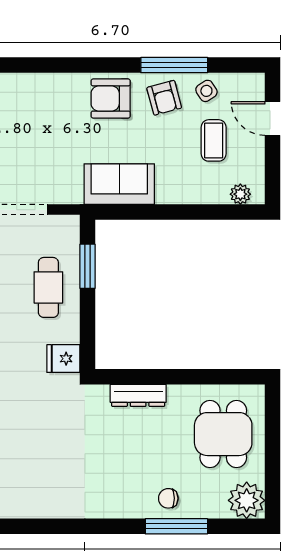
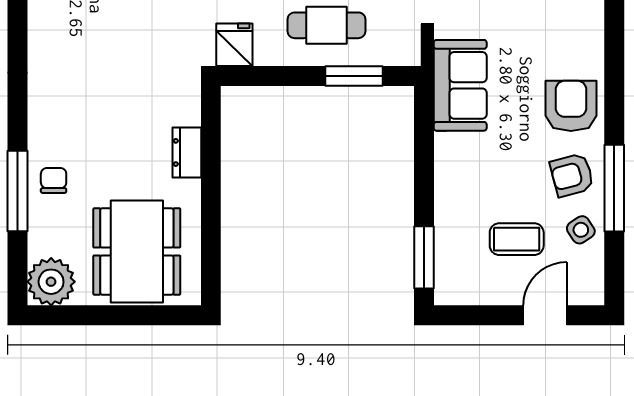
sofa: (119, 184) -> (460, 85), moved
plant: (240, 194) -> (447, 274), removed
window: (228, 212) -> (424, 257), added
dresser: (138, 395) -> (187, 152), width x0.70
dining table: (223, 434) -> (137, 252), width x1.38

